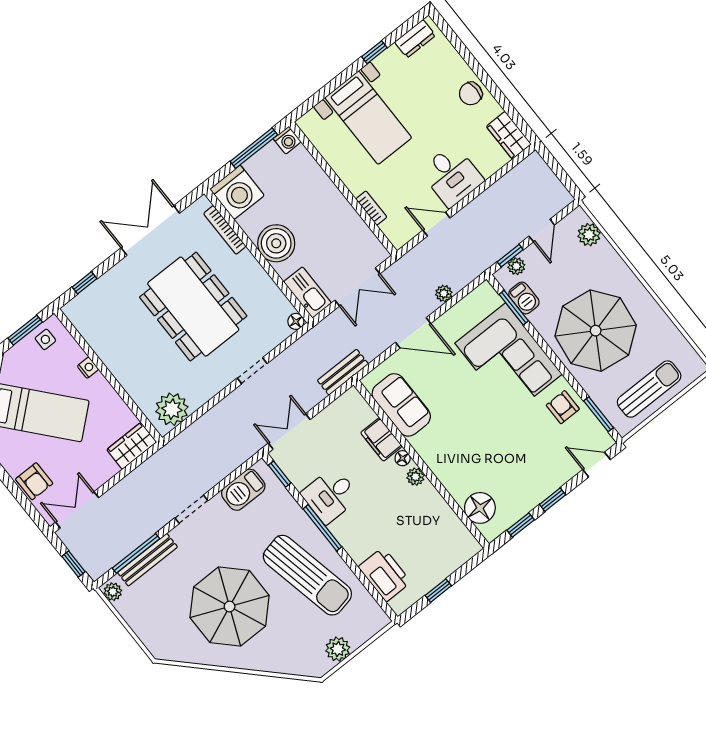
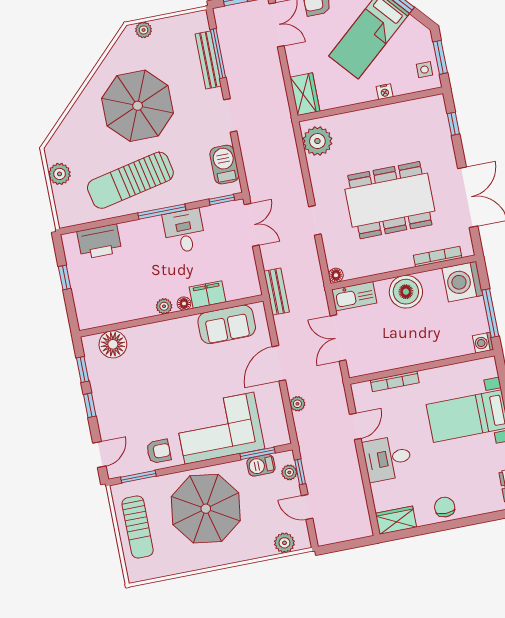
bookcase: (371, 208) -> (395, 381), width x1.56
plant: (113, 592) -> (144, 30), moved

